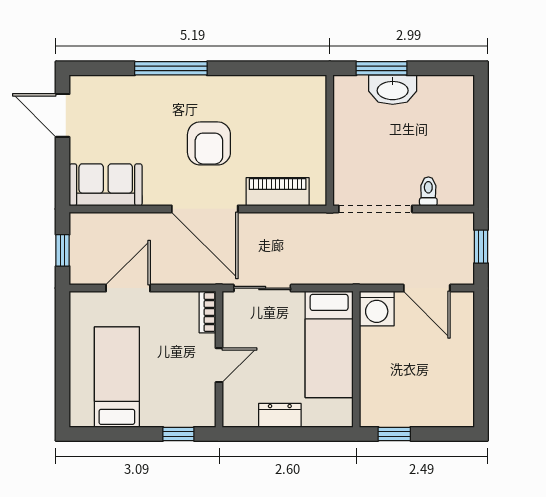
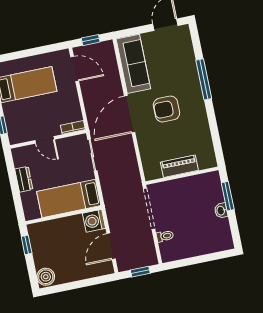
washbasin: (393, 90) -> (221, 211), width x0.52, depth x0.69
sofa: (106, 185) -> (133, 64), width x1.36
piano: (278, 192) -> (179, 166), moved, turned -90
door: (128, 288) -> (75, 69), moved
boiler: (456, 412) -> (46, 277), added

